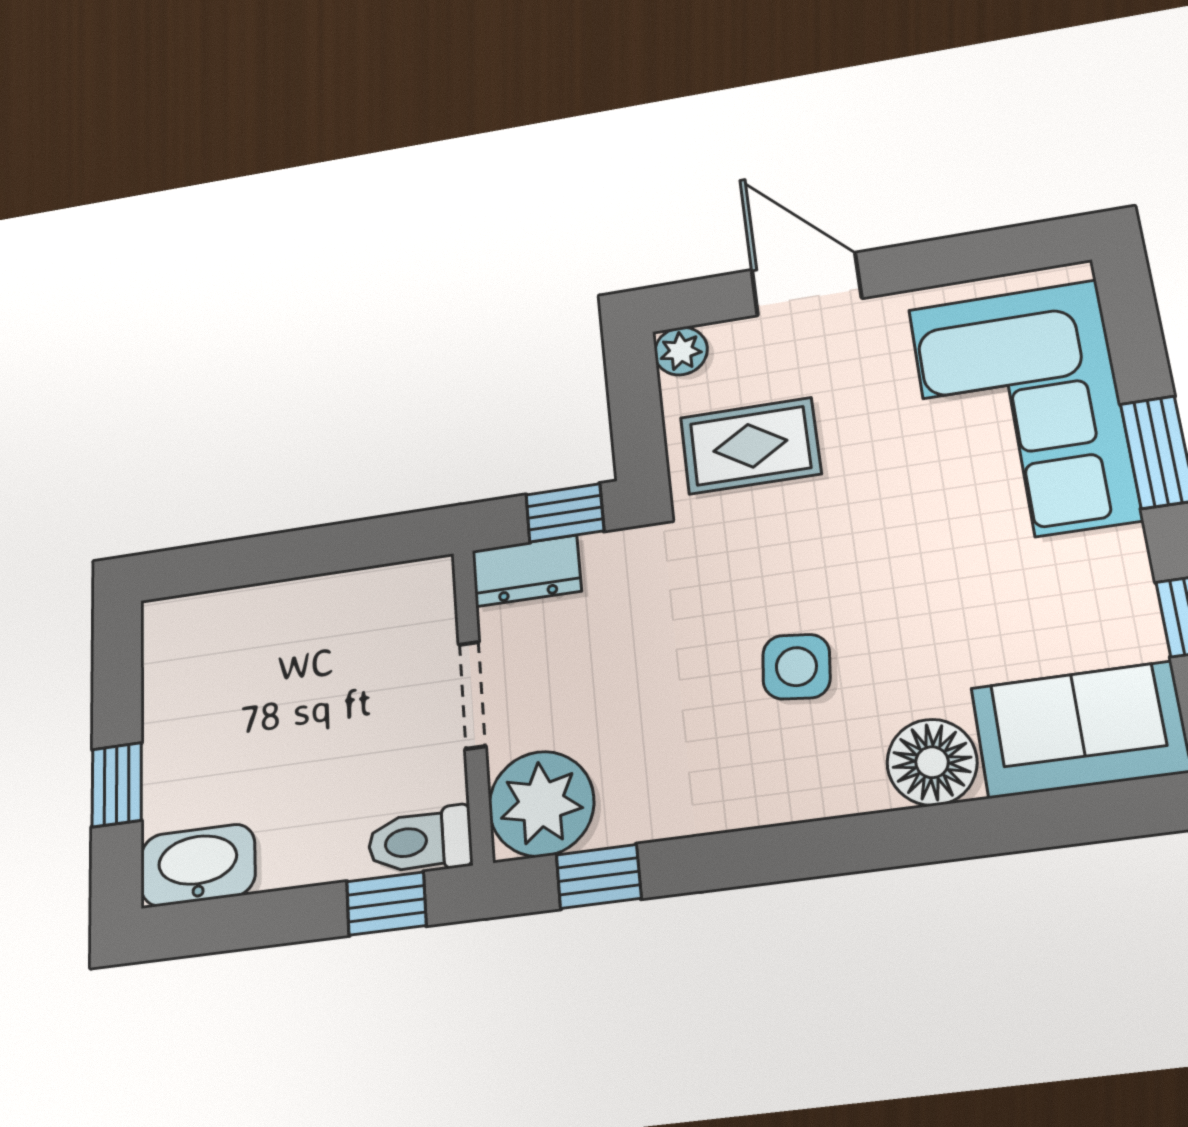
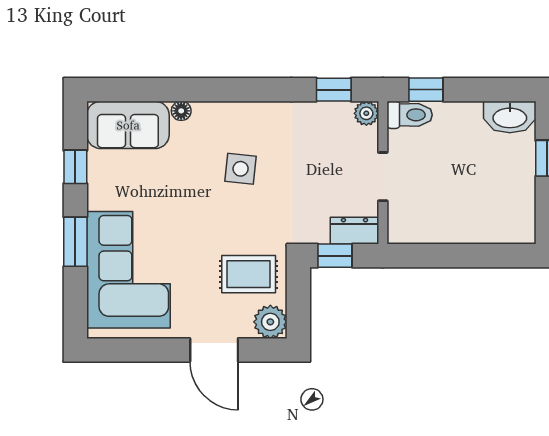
plant: (681, 351) -> (270, 322), width x1.38, depth x1.38
floor lamp: (932, 762) -> (181, 111), width x0.53, depth x0.53
plant: (541, 804) -> (366, 113), width x0.53, depth x0.53

